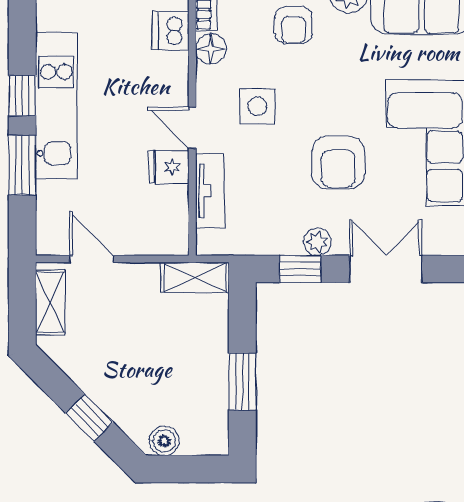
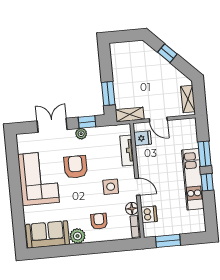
door: (192, 128) -> (138, 187), moved
fridge: (169, 167) -> (143, 138), moved
door: (92, 259) -> (158, 120), moved
double door: (386, 269) -> (52, 125), swing flipped
window: (242, 382) -> (108, 94), moved
boiler: (164, 441) -> (136, 47), removed

